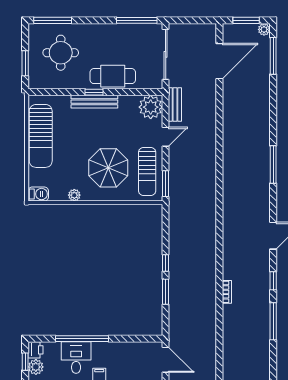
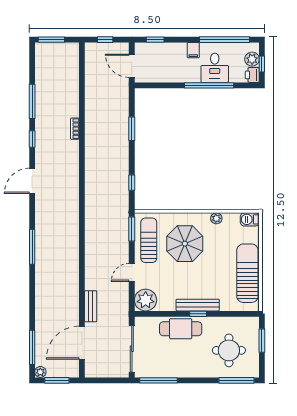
bench: (175, 105) -> (91, 306), moved
window: (166, 263) -> (132, 183), moved

